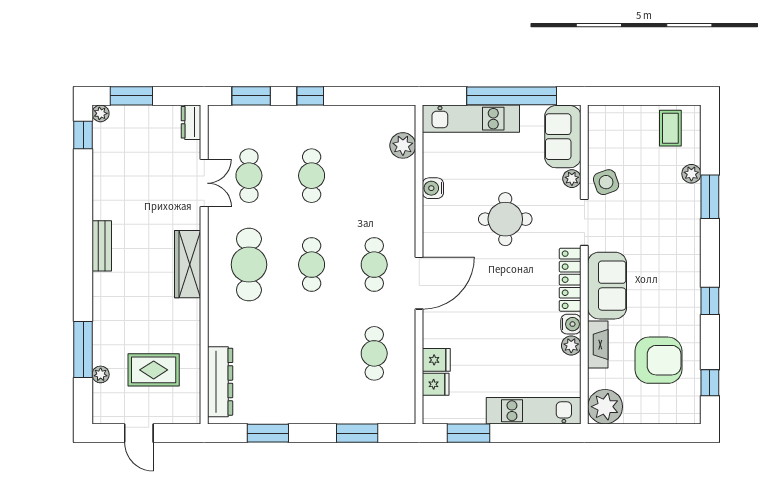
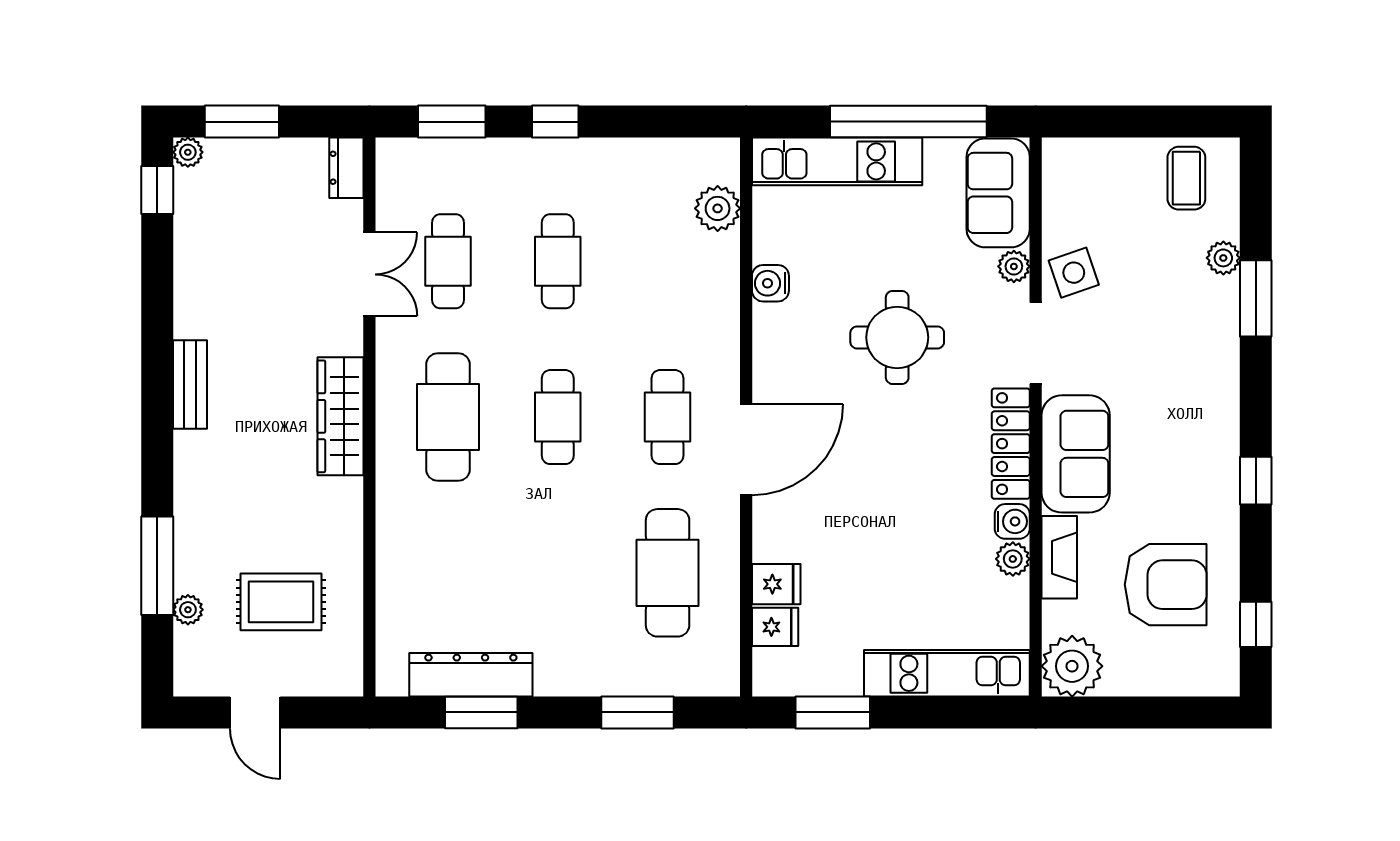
cafe table: (374, 353) -> (668, 573), width x1.37, depth x1.35
dresser: (220, 382) -> (471, 675), moved, turned -90

